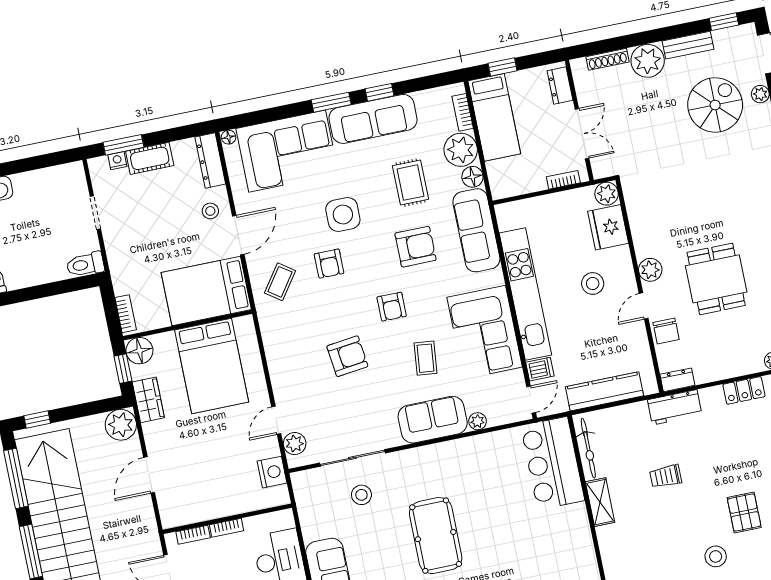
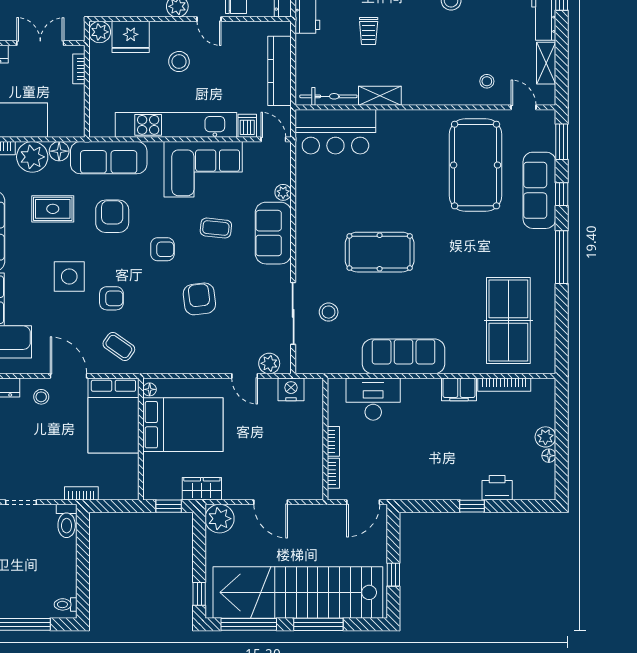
bookcase: (126, 314) -> (81, 493), moved
floor lamp: (139, 351) -> (150, 389), moved, width x0.53, depth x0.53

